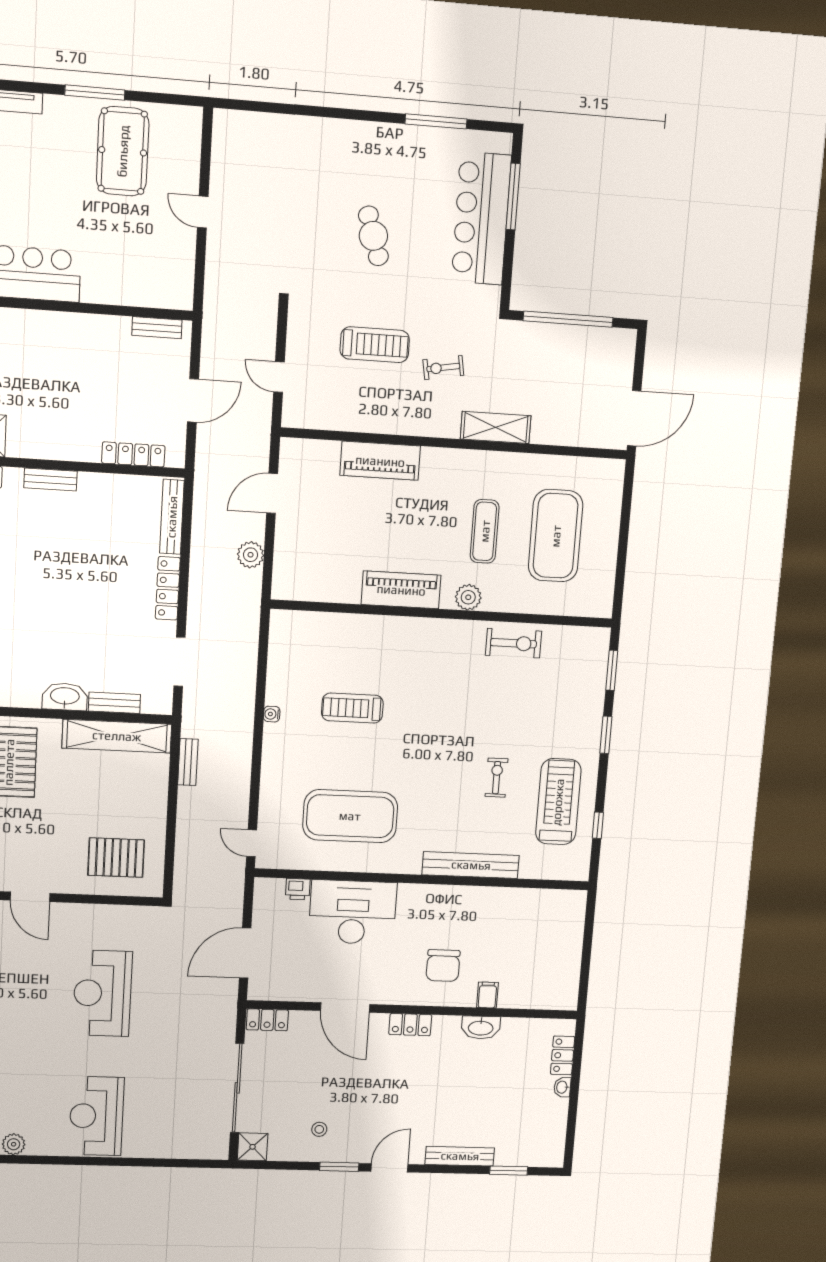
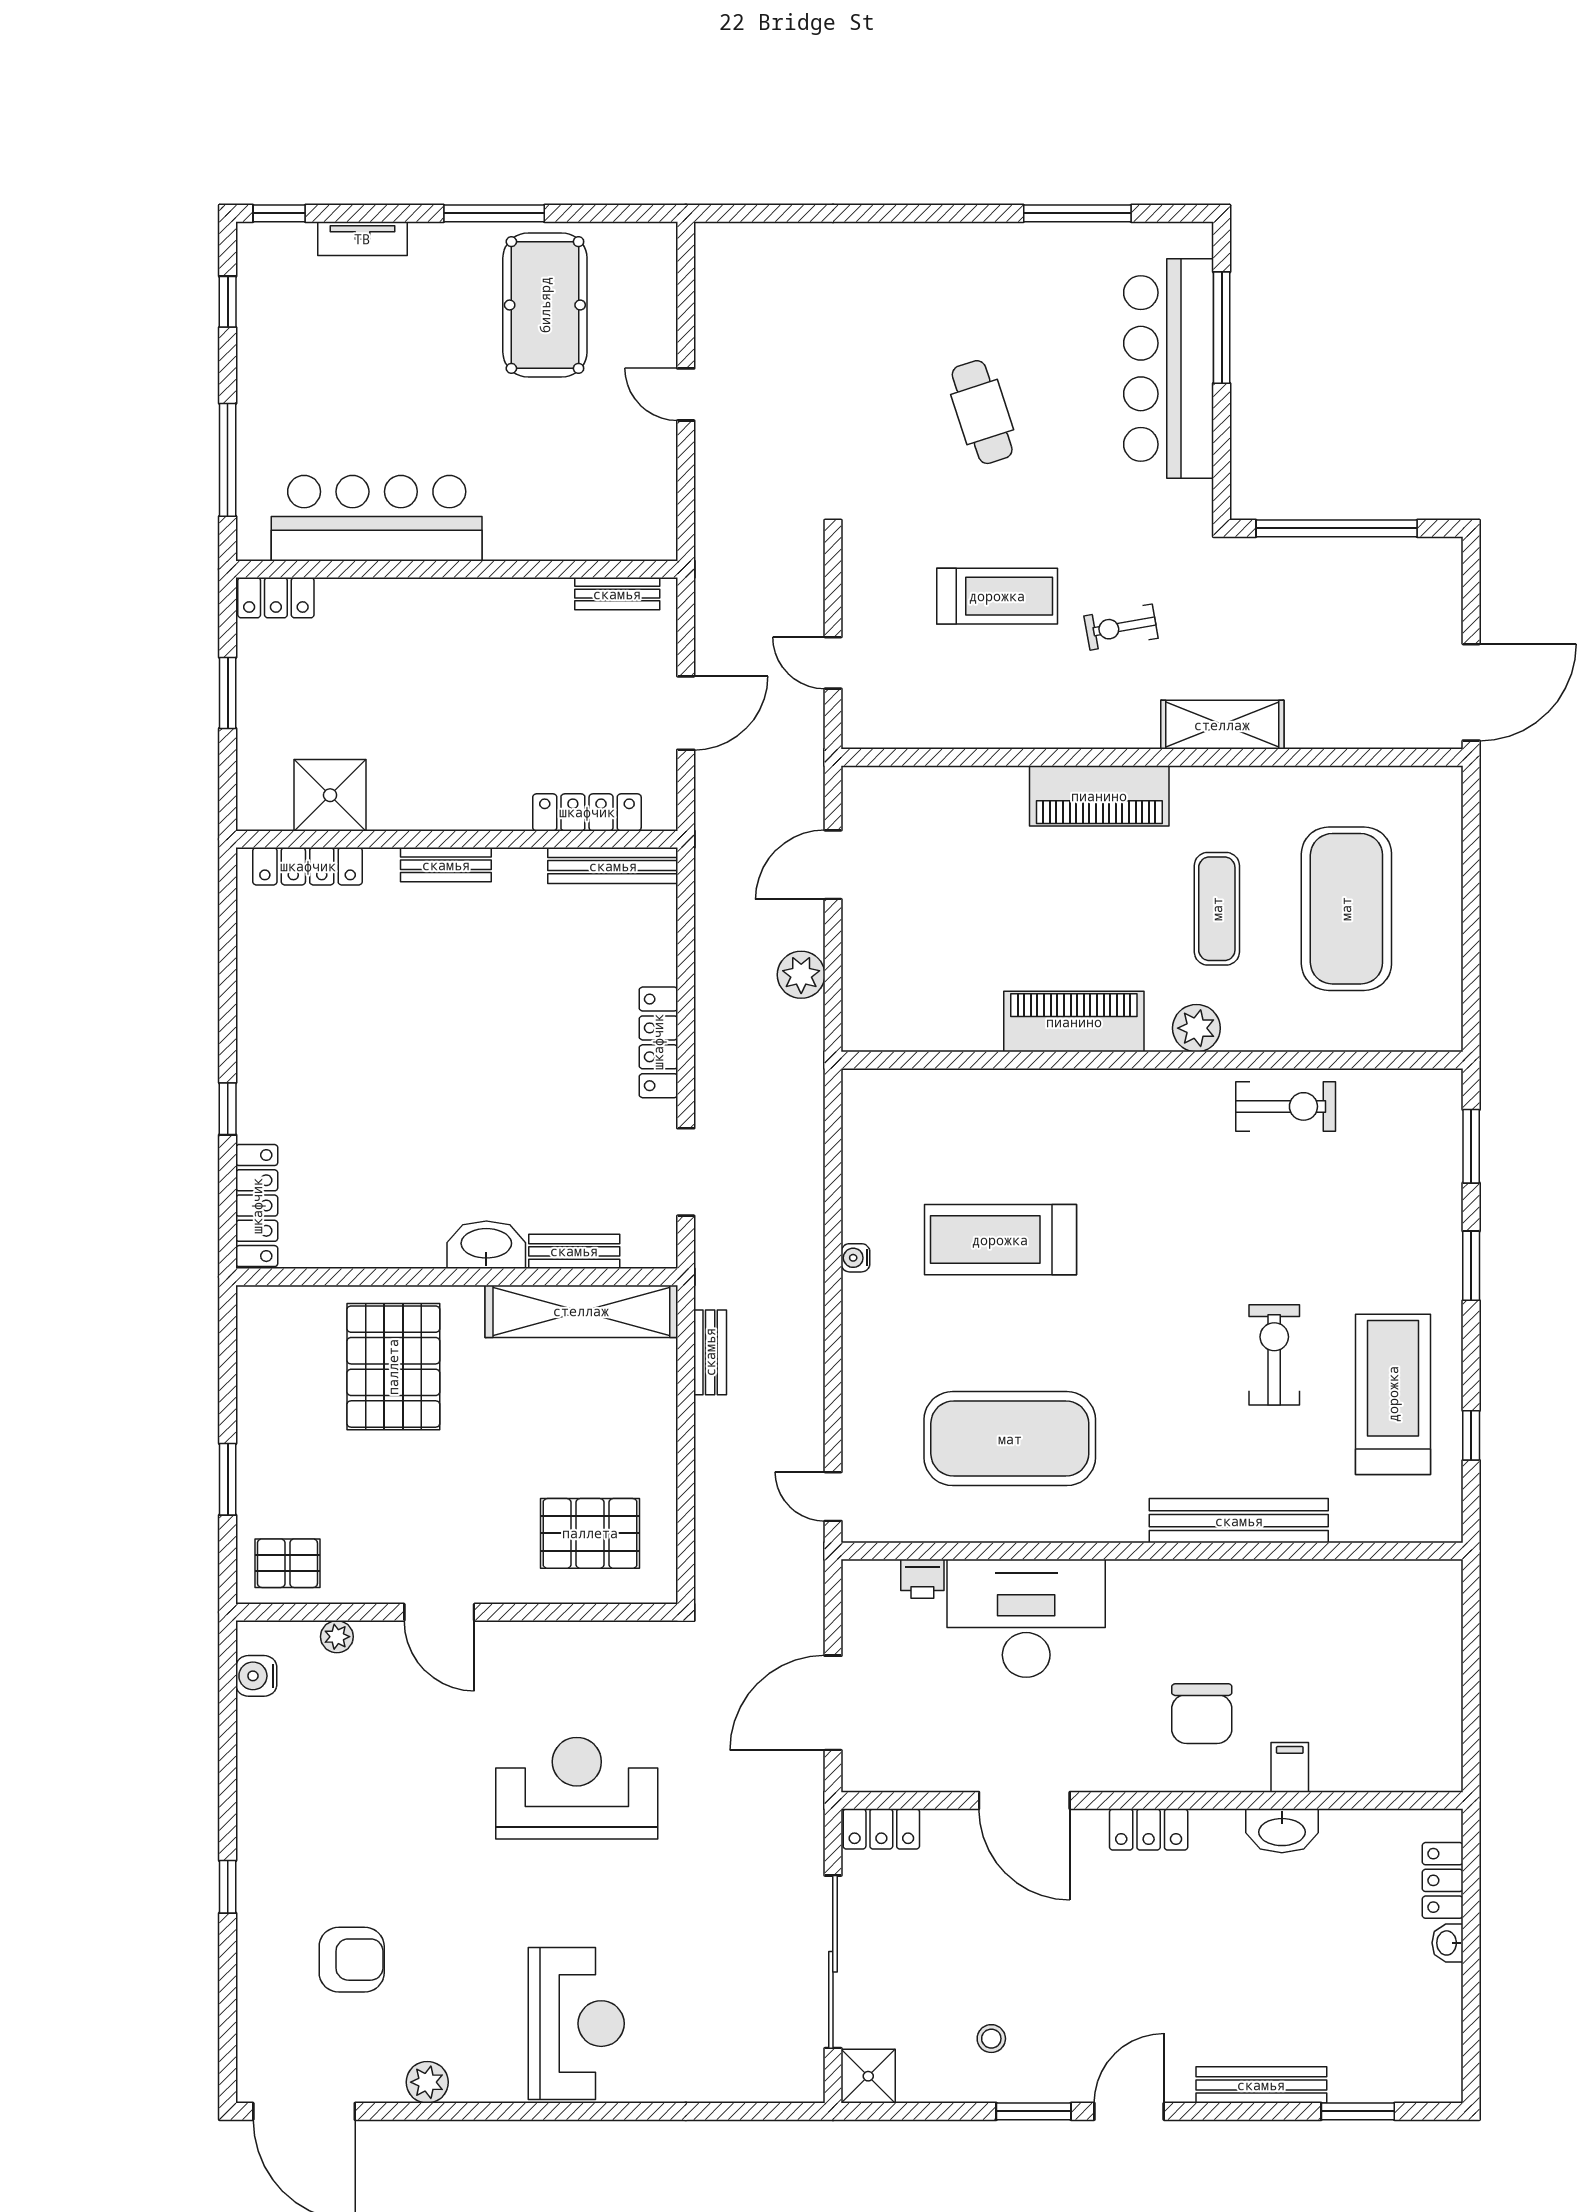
piano: (380, 461) -> (1099, 796), moved
bench: (172, 517) -> (613, 866), moved, turned 90
treadmill: (352, 708) -> (1000, 1240), width x1.37, depth x1.38
exercise bike: (497, 778) -> (1274, 1355), width x1.38, depth x1.39
reception desk: (102, 993) -> (577, 1788), turned 90
reception desk: (96, 1116) -> (576, 2024), turned 180

